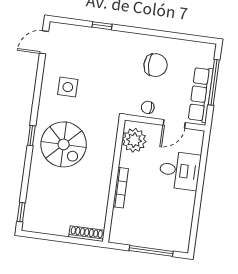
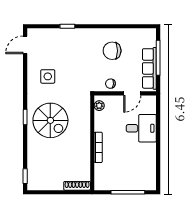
chair: (156, 65) -> (112, 51), turned 180
plant: (134, 140) -> (99, 106), width x0.53, depth x0.53

